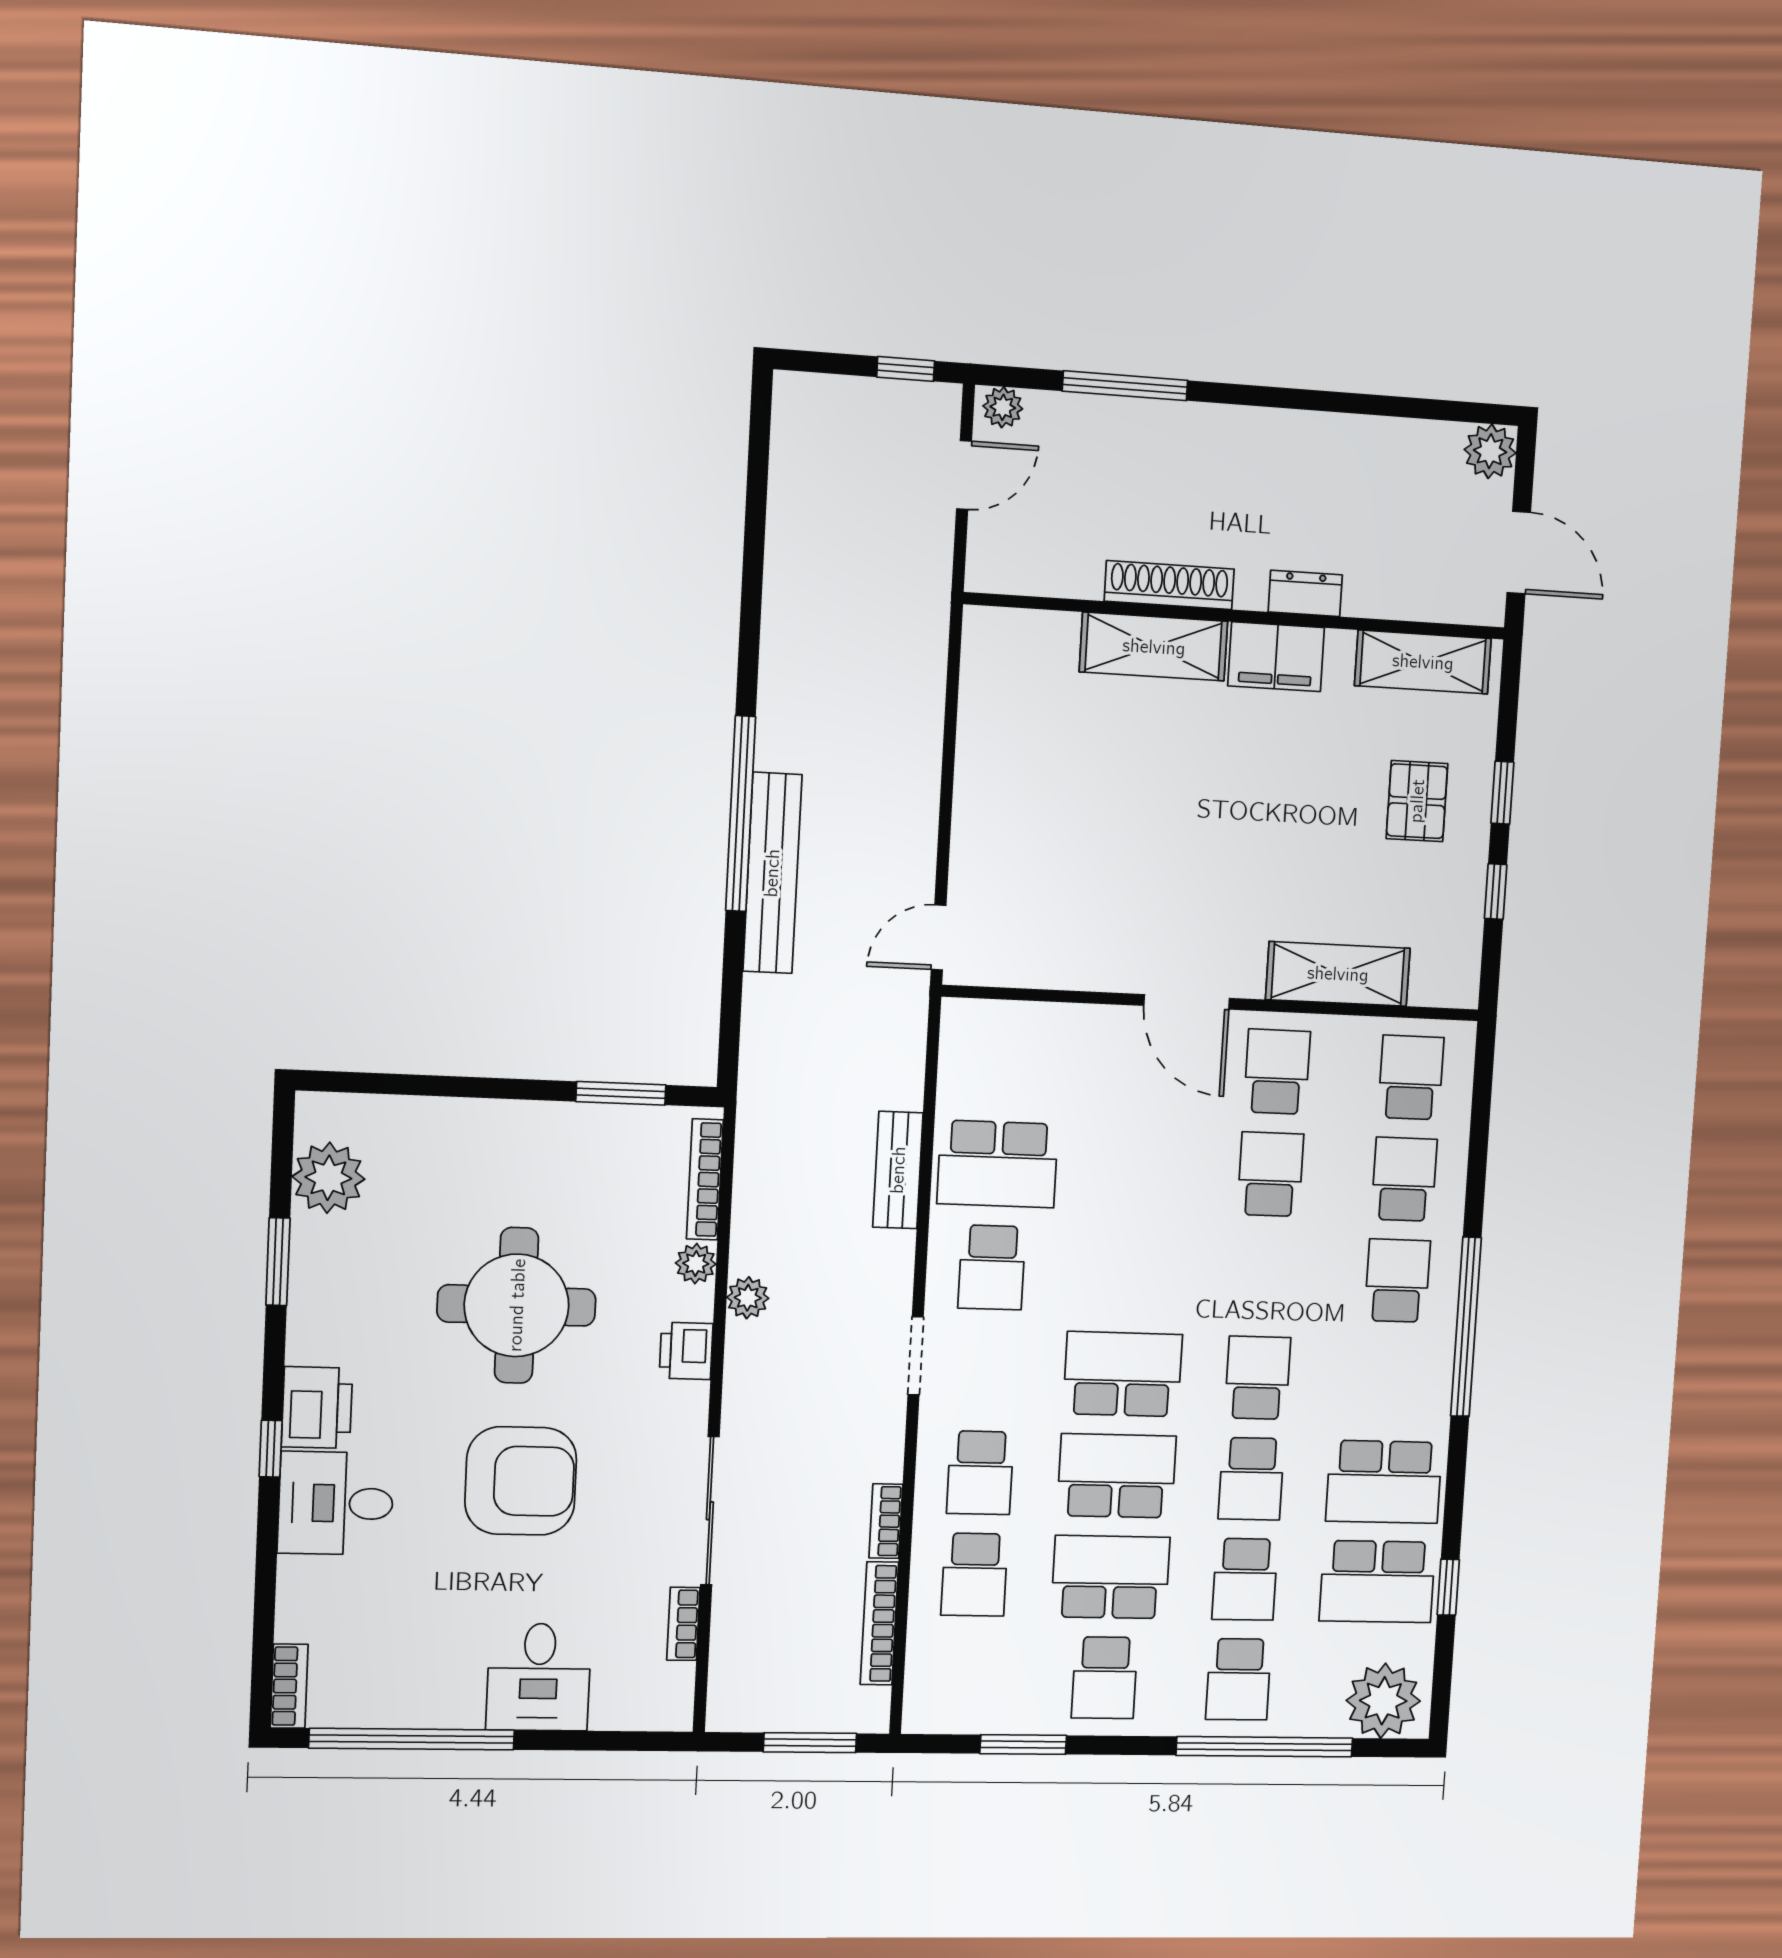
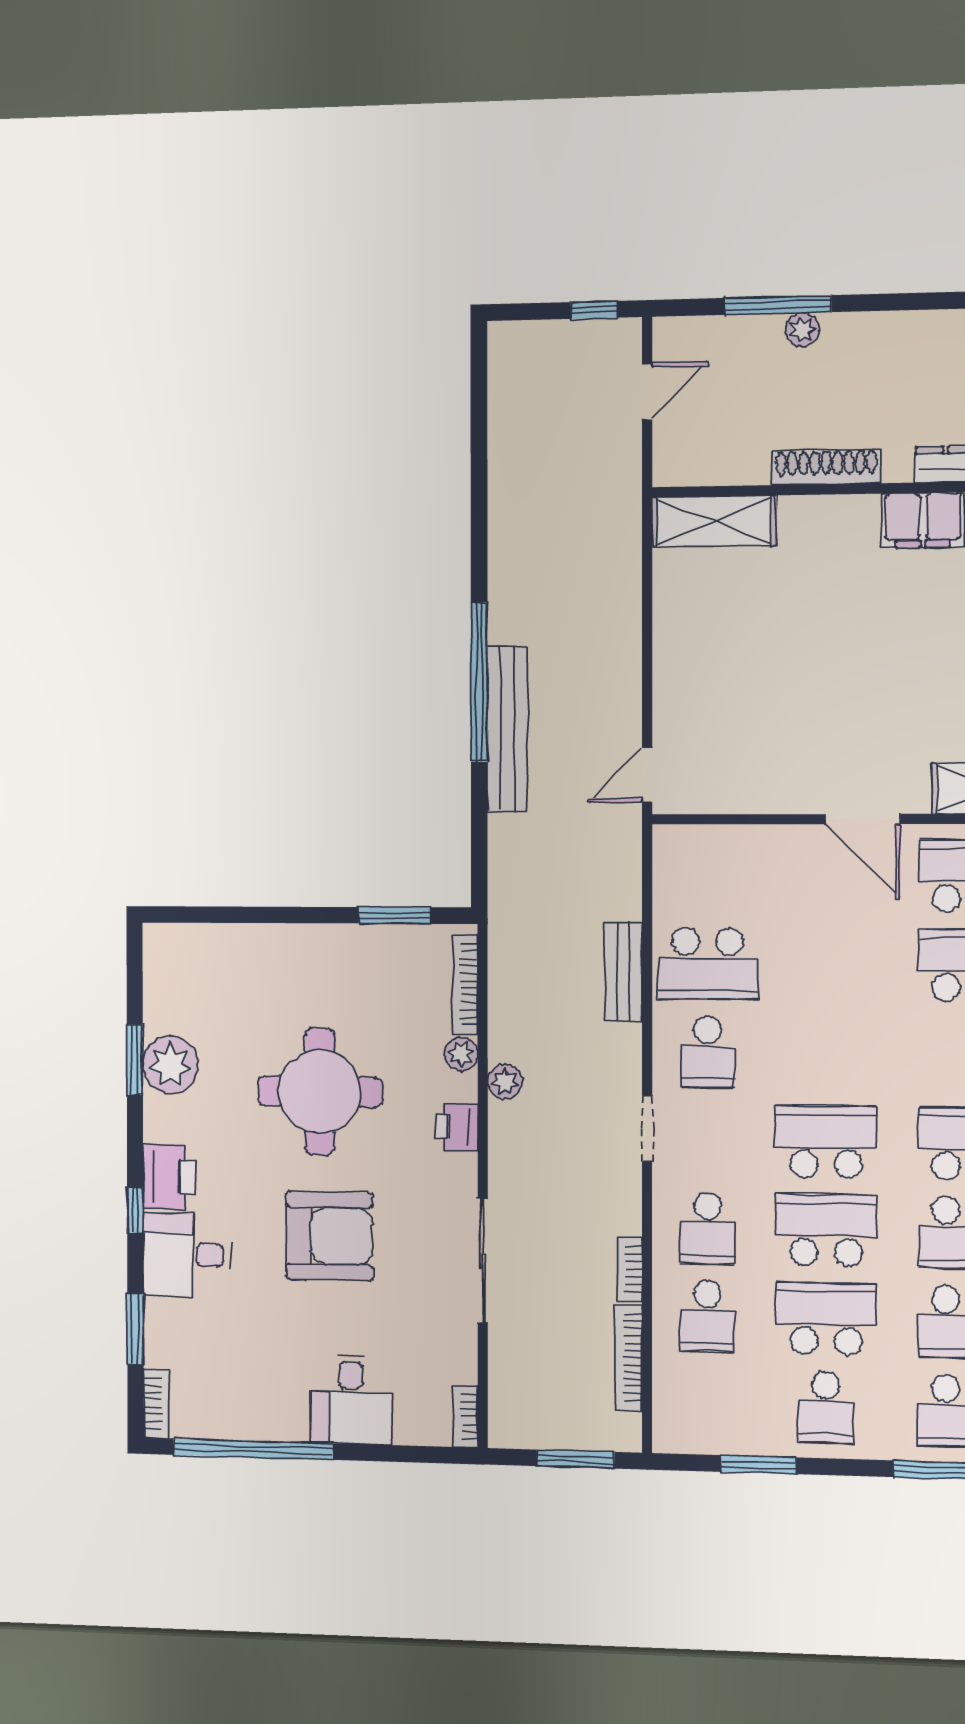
plant: (1003, 407) -> (802, 330), moved
shelving: (1154, 647) -> (714, 521), moved
plant: (328, 1178) -> (170, 1065), moved
window: (265, 1595) -> (135, 1329), added
bookcase: (683, 1624) -> (466, 1417), moved

